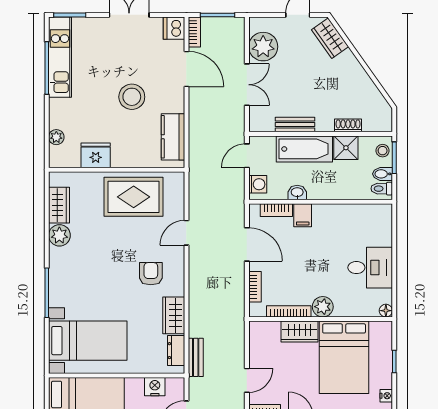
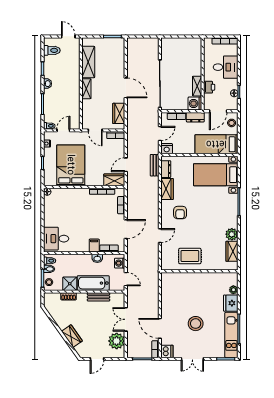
wardrobe: (330, 38) -> (72, 336), moved
stool: (132, 97) -> (196, 324), moved
kitchen counter: (173, 137) -> (168, 290), removed
fridge: (96, 155) -> (231, 303), moved, turned 90
door: (247, 156) -> (126, 279), hinge flipped
rug: (134, 197) -> (190, 256), width x0.73, depth x0.70
door: (247, 244) -> (126, 229), swing flipped
desk: (370, 268) -> (56, 239), moved
plant: (323, 307) -> (83, 194), removed
wardrobe: (300, 331) -> (114, 180), moved
door: (247, 380) -> (126, 165), moved
nightstand: (155, 387) -> (167, 149), moved

